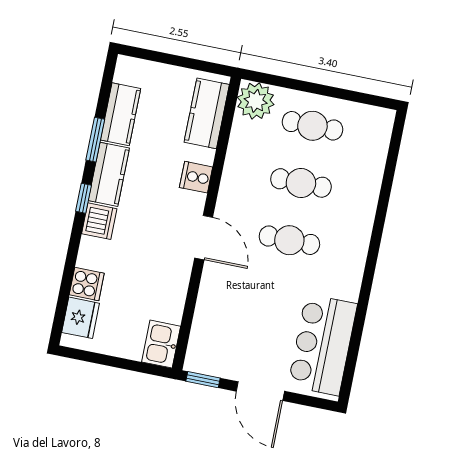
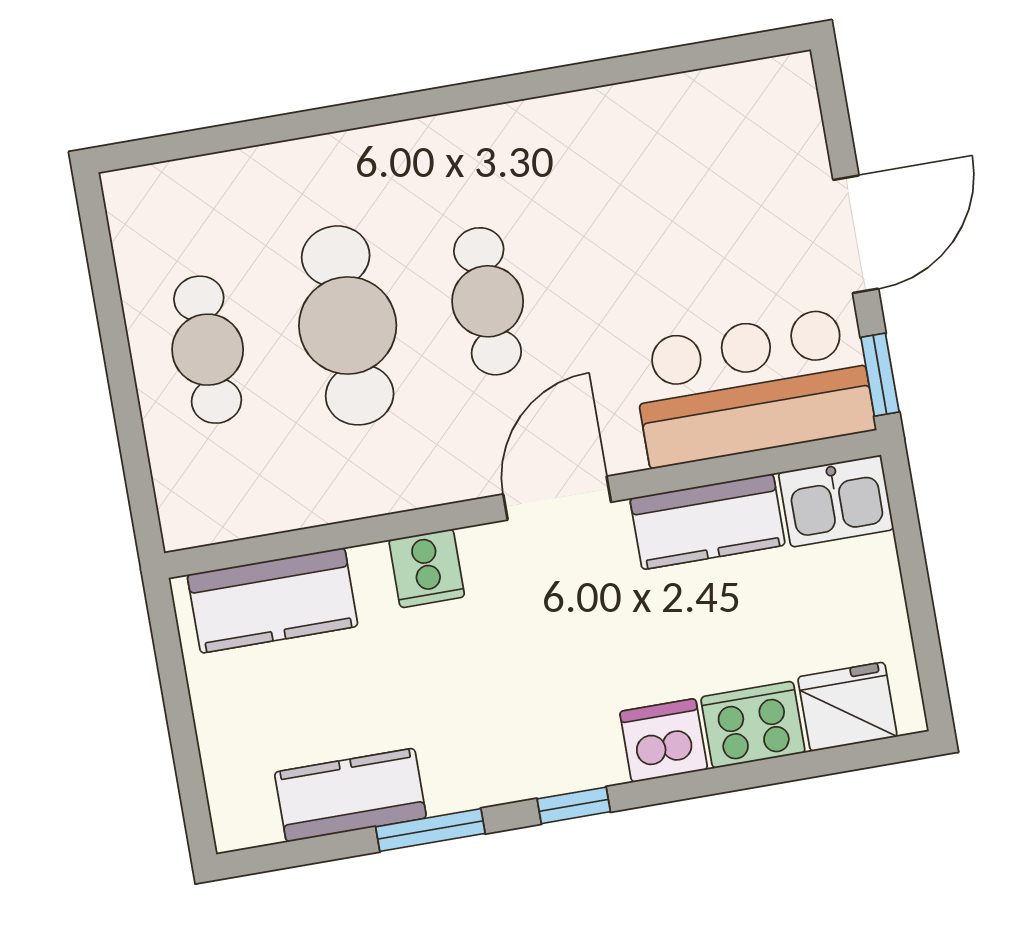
plant: (256, 101) -> (201, 501), removed
kitchen counter: (109, 174) -> (708, 522), moved, turned 180
cafe table: (301, 183) -> (348, 325), width x1.37, depth x1.35
dishwasher: (99, 221) -> (664, 740), moved
cooker: (87, 284) -> (753, 725), width x1.36
bar counter: (323, 345) -> (753, 387), moved, turned 180

